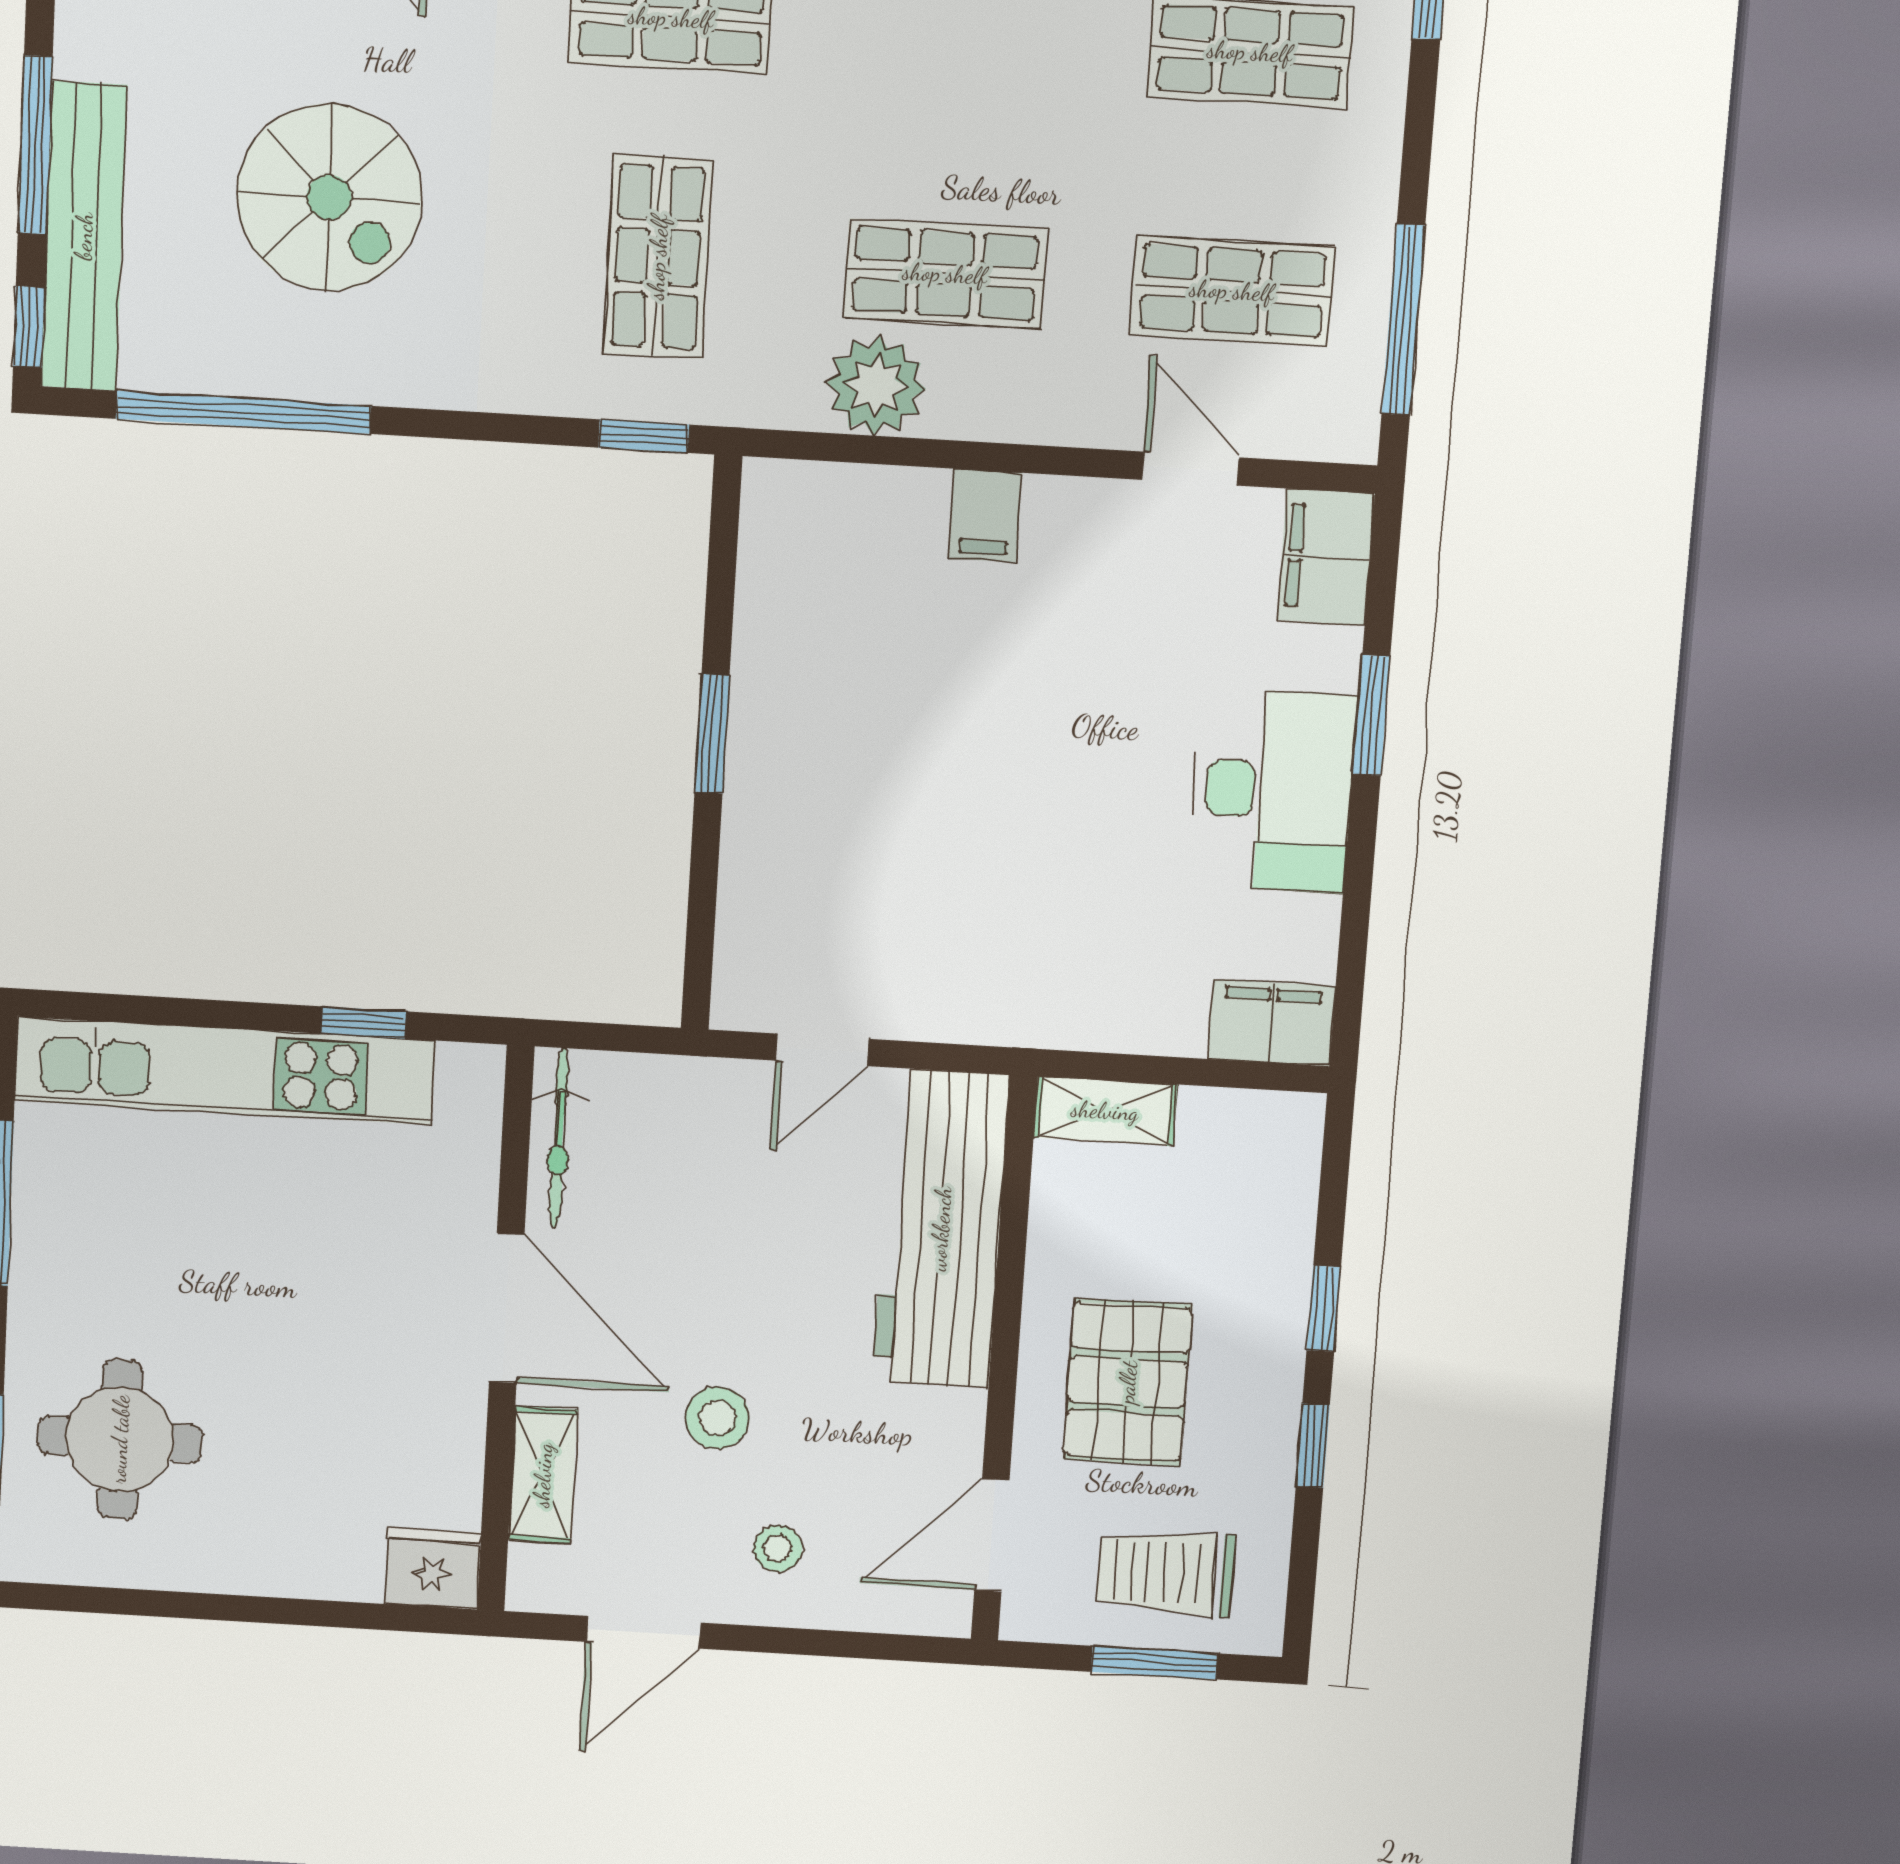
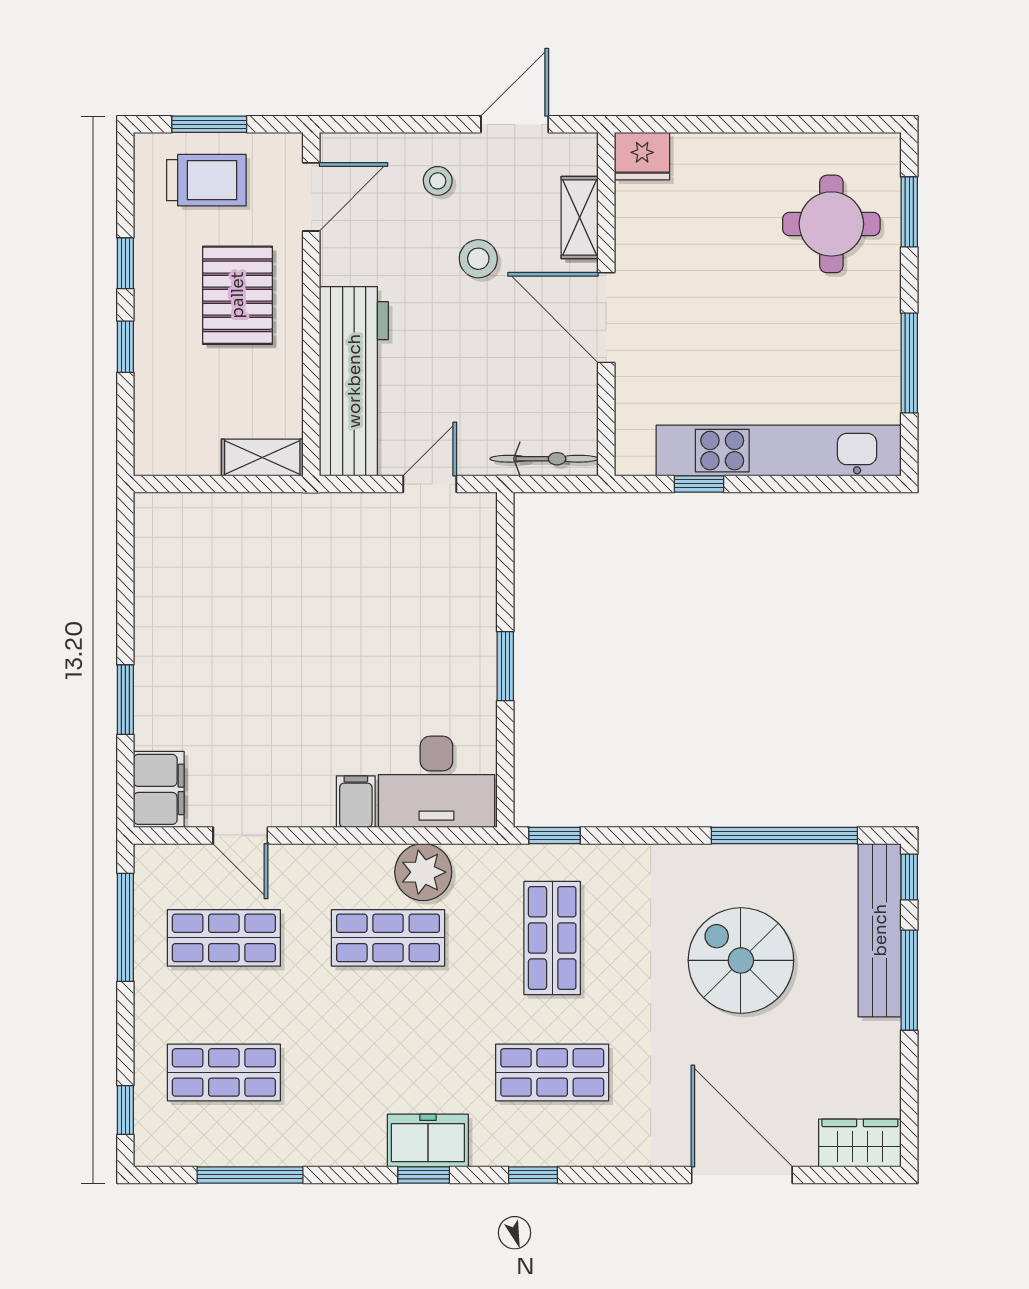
desk: (1272, 790) -> (436, 782), moved, turned -90
filing cabinet: (1271, 1023) -> (169, 516), removed
bicycle: (559, 1138) -> (544, 459), moved, turned 90

